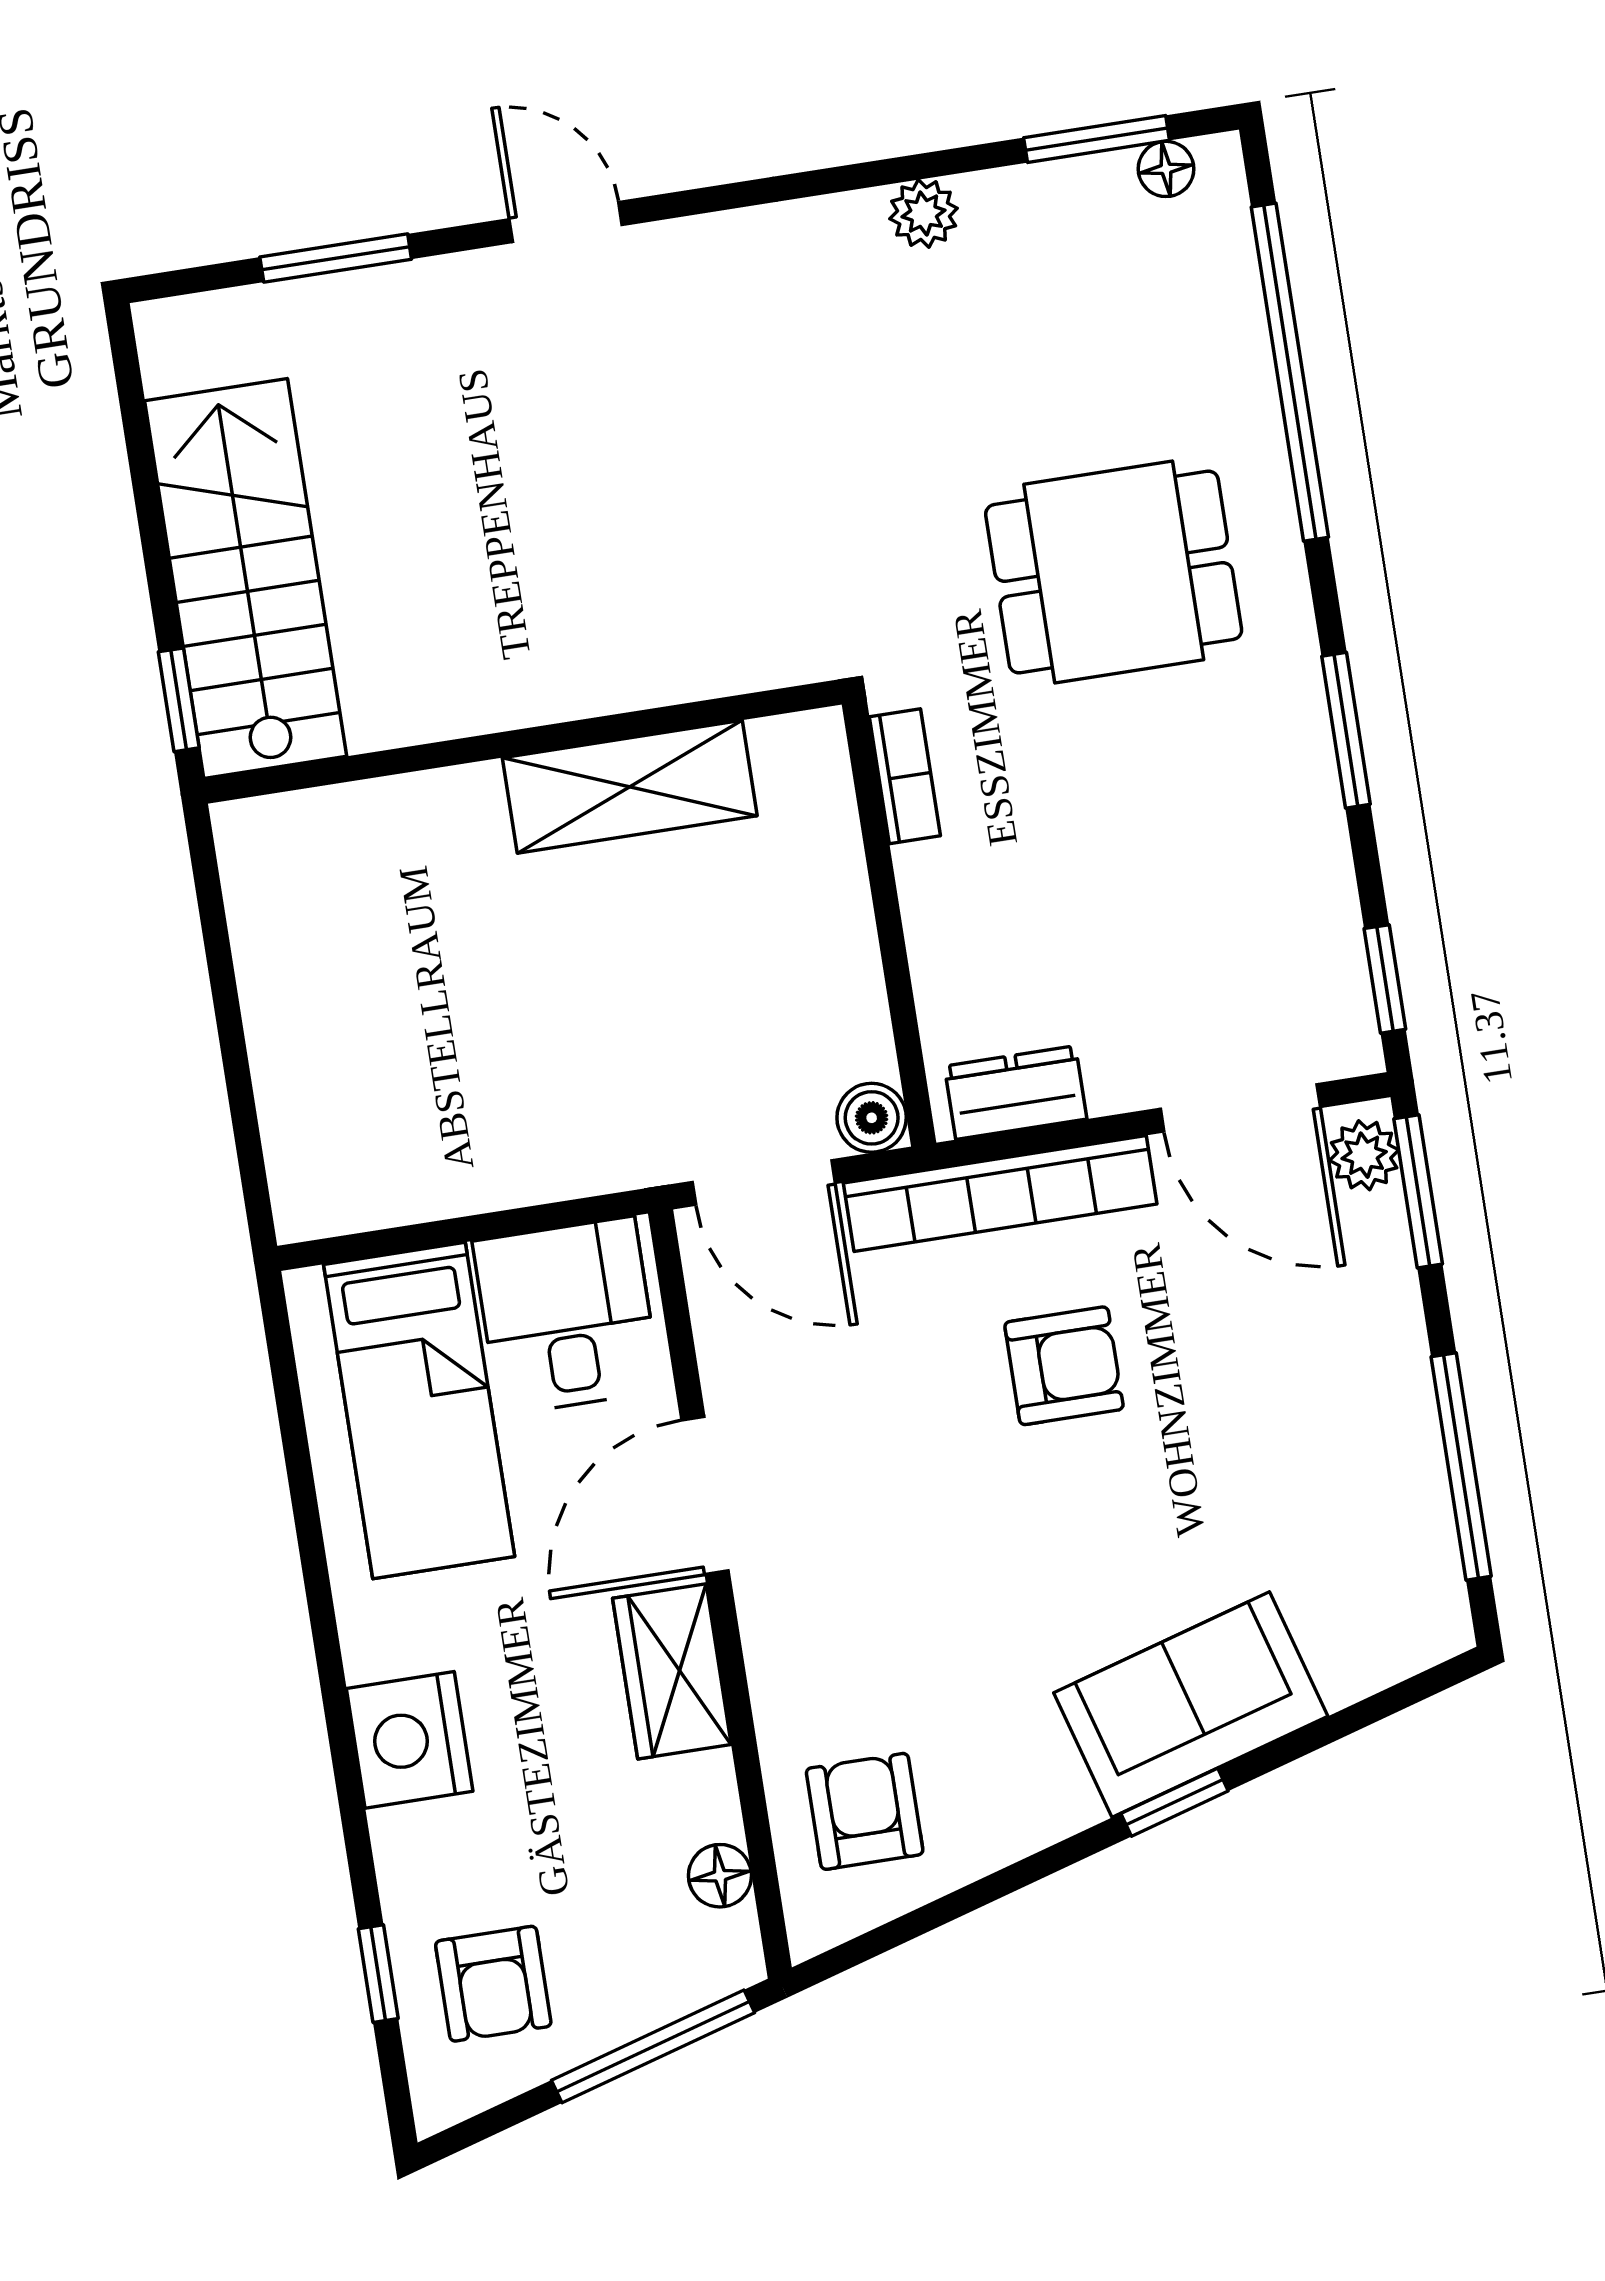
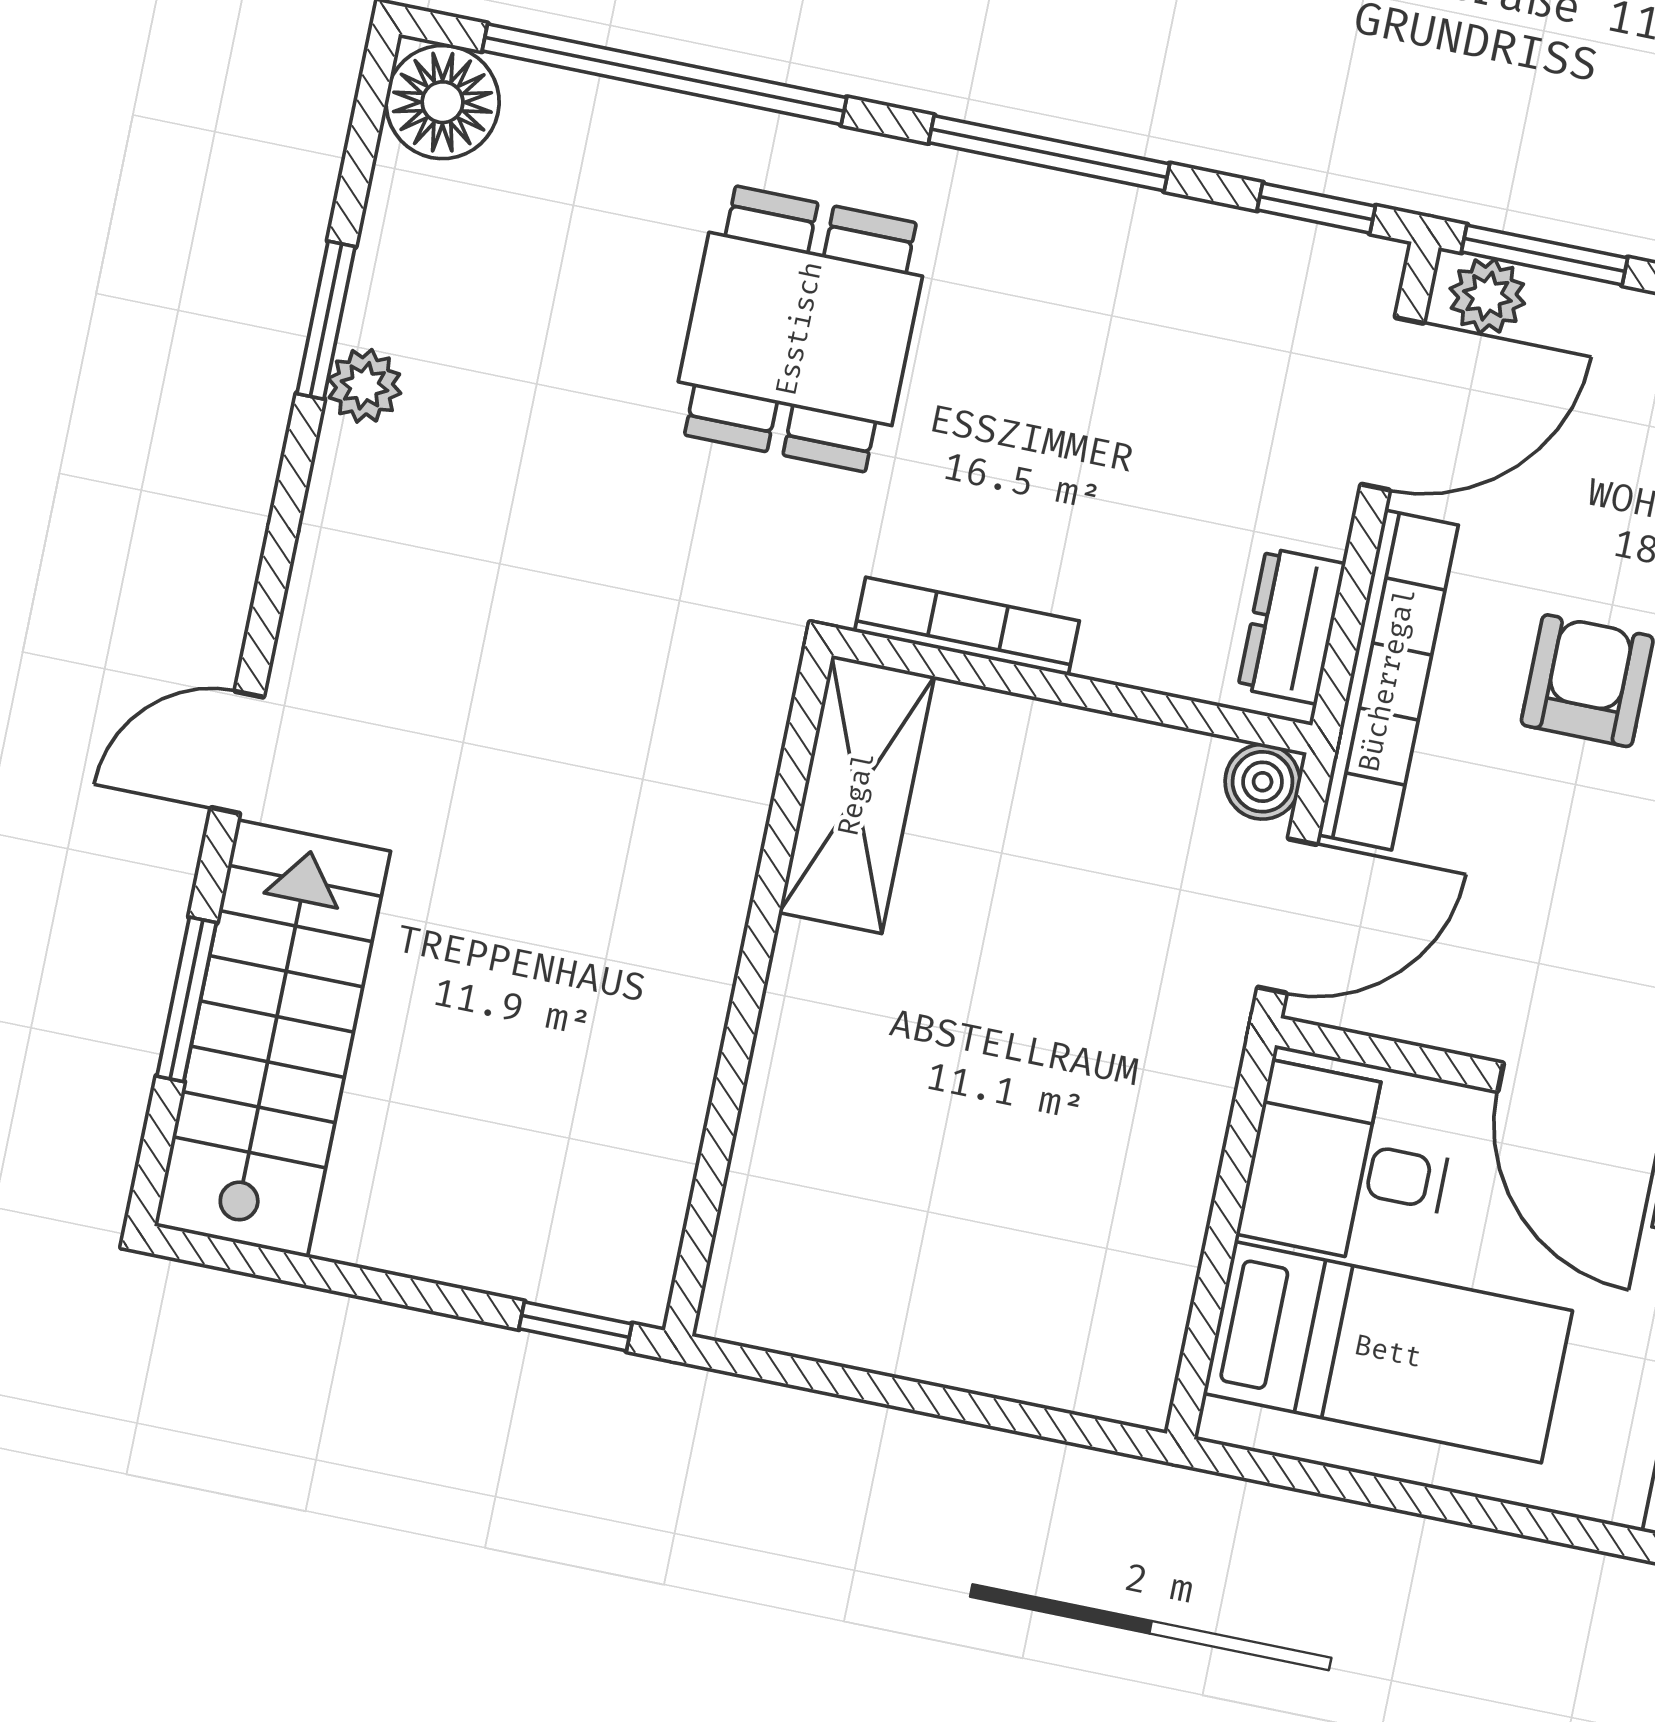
window: (1097, 139) -> (326, 320), moved
floor lamp: (1166, 169) -> (443, 102), width x1.89, depth x1.89
stairs: (246, 579) -> (272, 1039), moved, turned 90
window: (1346, 730) -> (1049, 153), width x1.44
bookcase: (905, 776) -> (967, 626), width x1.56
shelving: (630, 787) -> (857, 794), moved

